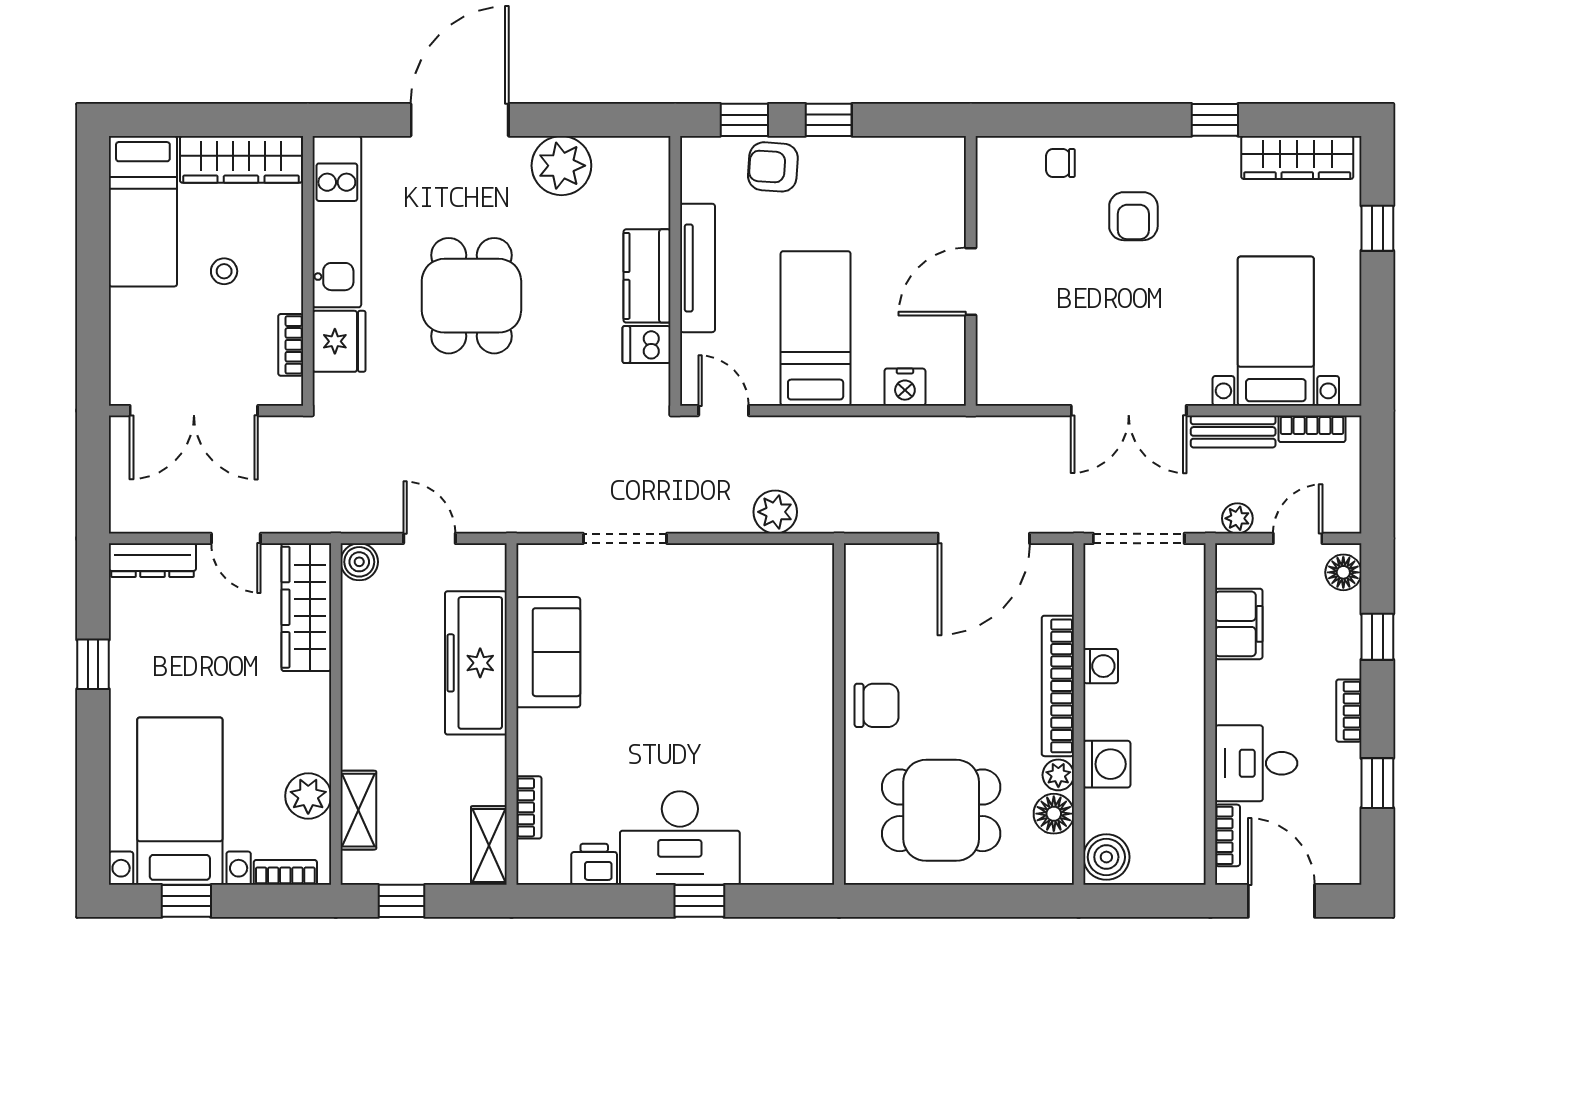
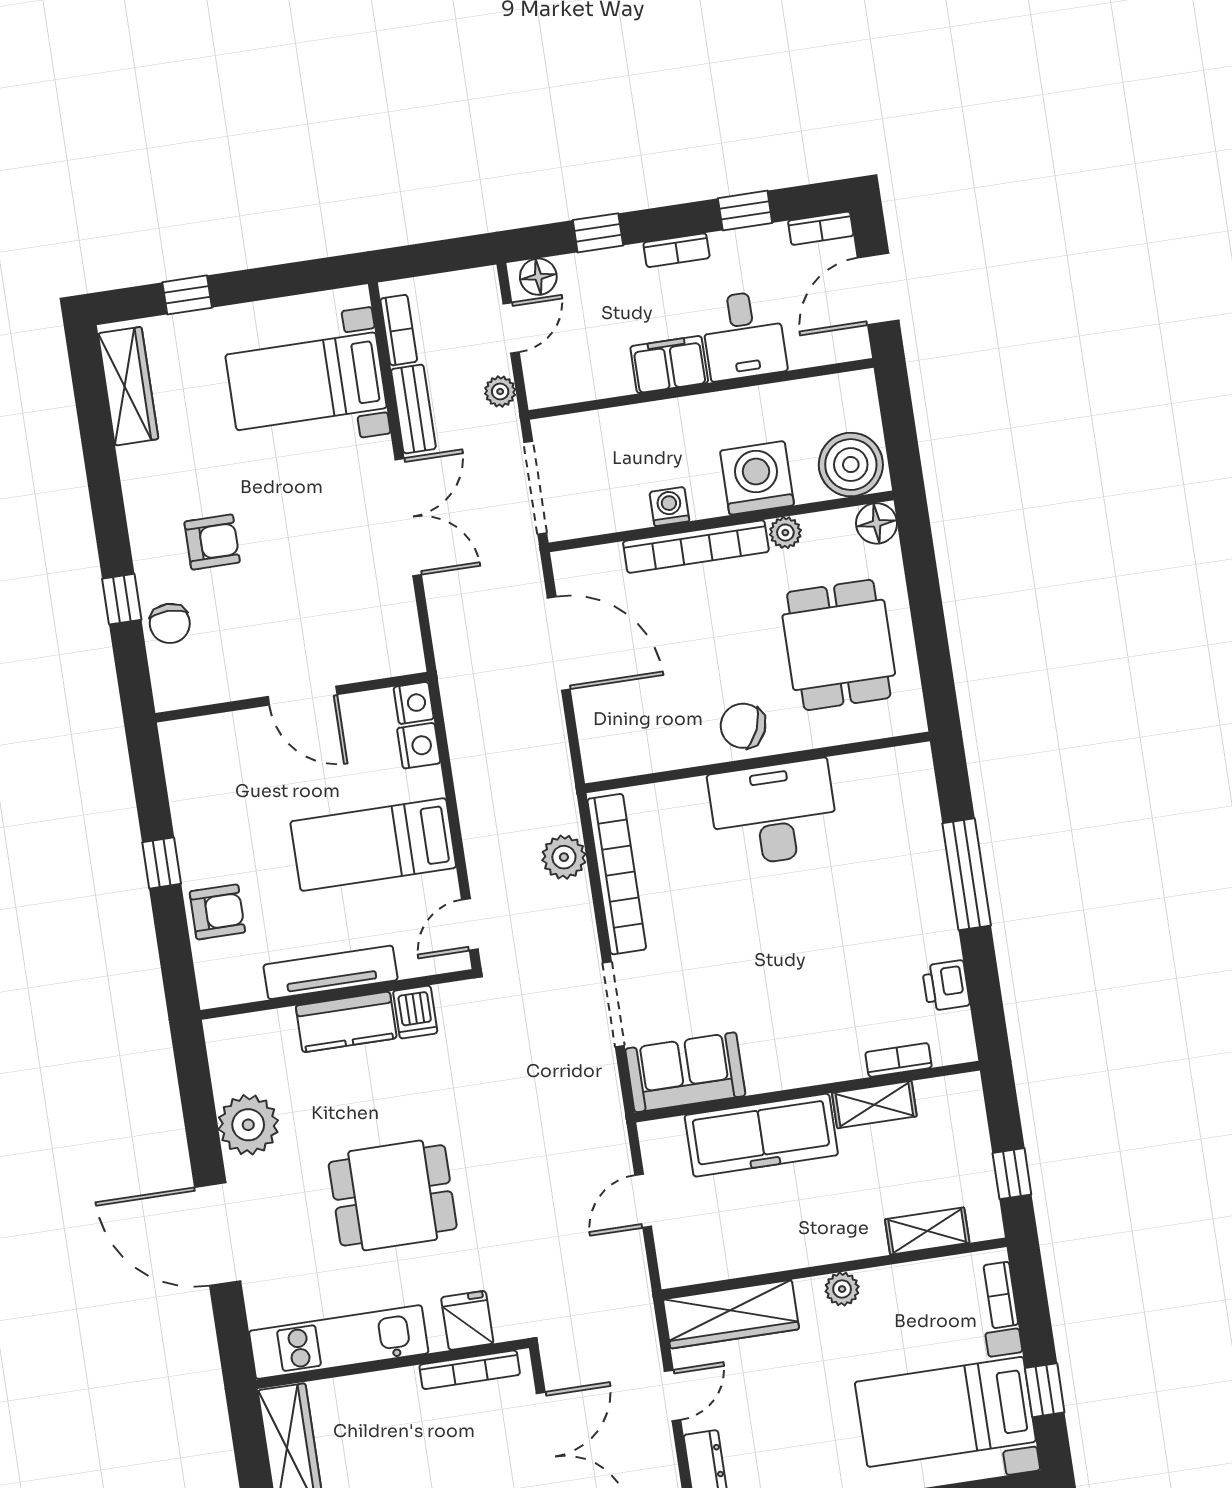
window: (744, 120) -> (174, 948), removed
window: (1215, 120) -> (122, 599), moved
chair: (1060, 163) -> (170, 623), width x1.37, depth x1.37
armchair: (773, 167) -> (217, 912), turned -94
stool: (224, 271) -> (406, 1448), removed
fridge: (339, 341) -> (467, 1320), width x0.72
bookcase: (291, 345) -> (470, 1370), width x1.56
nightstand: (947, 389) -> (414, 703), added
door: (1298, 538) -> (511, 328), swing flipped
bookcase: (751, 561) -> (617, 874), added
boiler: (359, 562) -> (677, 1268), removed
filing cabinet: (1239, 624) -> (669, 365), moved
sofa: (548, 652) -> (685, 1072), moved
chair: (877, 705) -> (743, 726), turned -67
washing machine: (1107, 764) -> (757, 478), width x1.37, depth x1.37
plant: (308, 796) -> (842, 1289), moved, width x0.73, depth x0.73
floor lamp: (1054, 814) -> (877, 523), moved
bookcase: (1228, 835) -> (821, 228), moved, turned 180
desk: (680, 838) -> (774, 813), moved, turned -90
shelving: (489, 846) -> (874, 1105), moved
boiler: (1106, 857) -> (851, 465), width x1.37, depth x1.37
window: (699, 901) -> (967, 874), width x2.17

